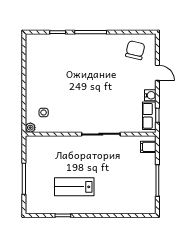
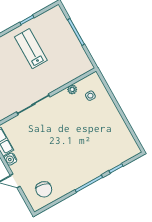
plant: (30, 128) -> (72, 90), moved
lab bench: (74, 187) -> (31, 49), turned -90

